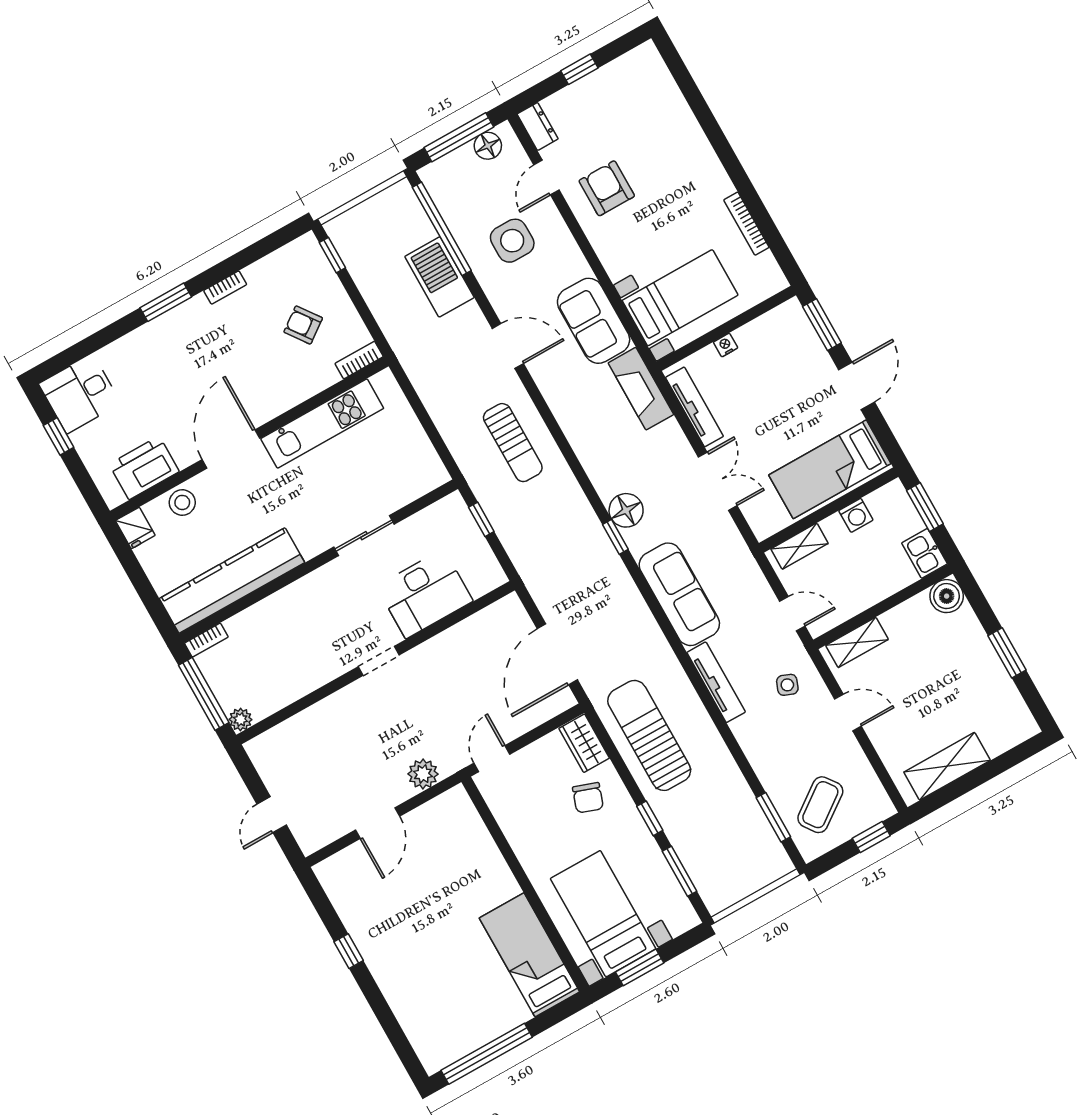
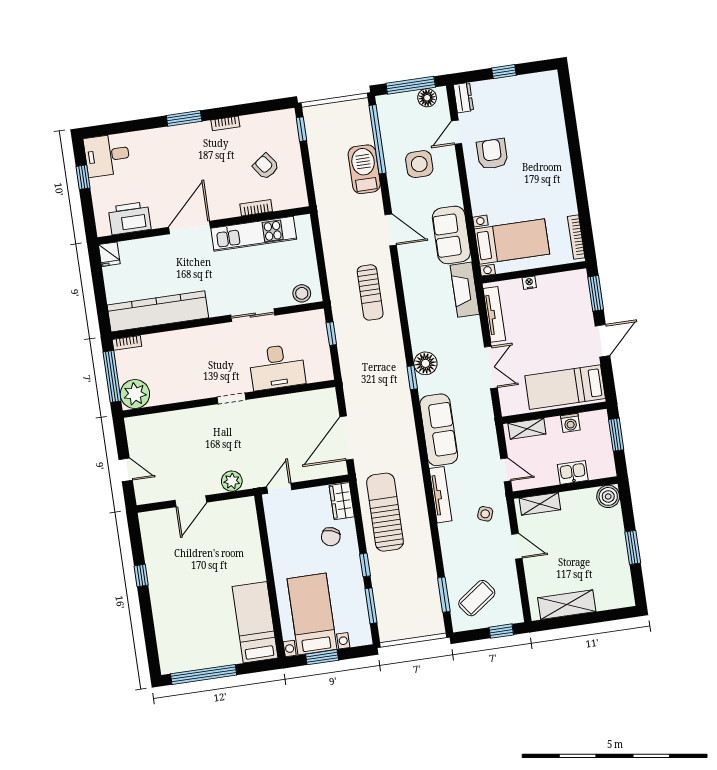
bookcase: (746, 224) -> (576, 237), moved
bookcase: (359, 360) -> (256, 208), moved
stool: (182, 502) -> (302, 293), moved
kitchen sink: (925, 553) -> (573, 472), moved, turned 90
plant: (240, 719) -> (135, 394), width x1.88, depth x1.88
door: (272, 815) -> (126, 470), swing flipped

